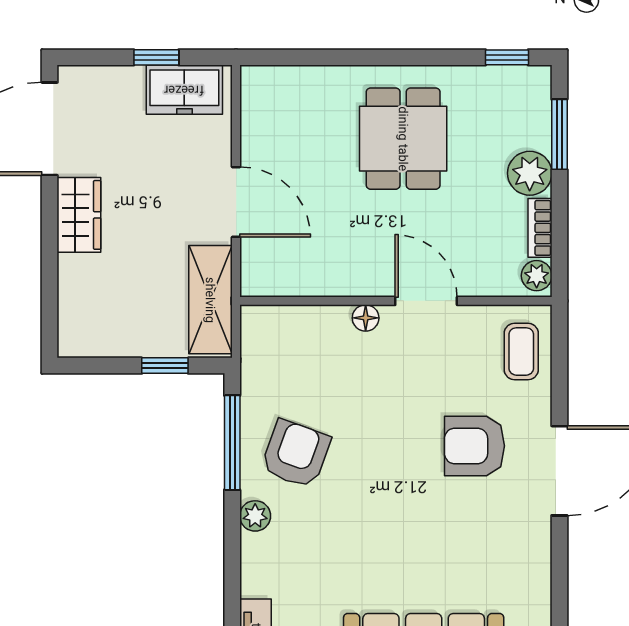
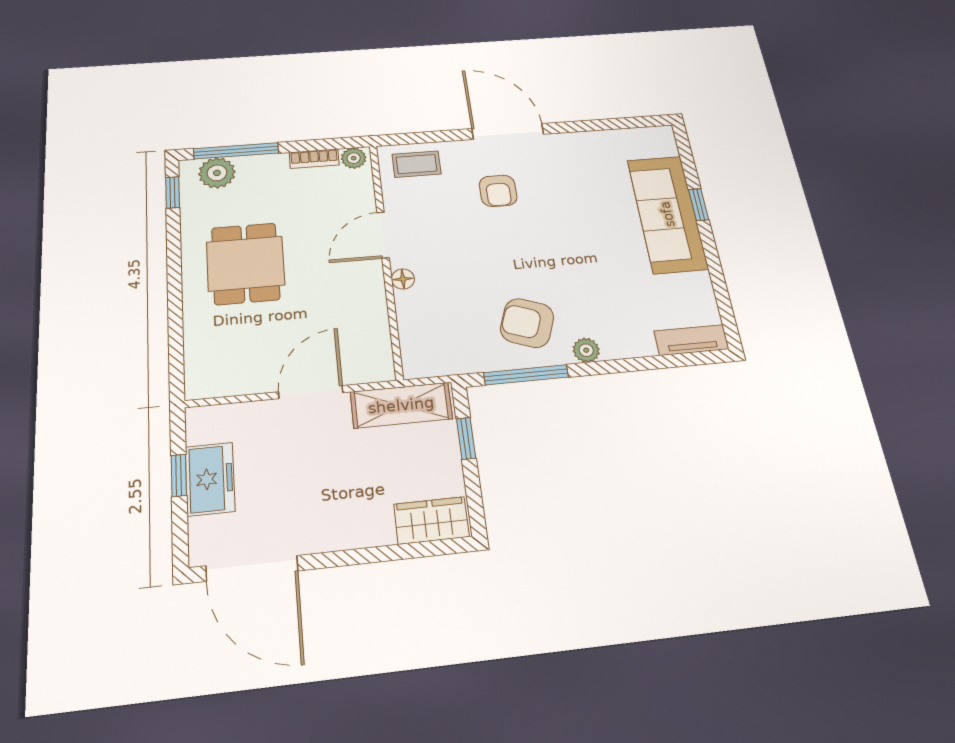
freezer: (184, 90) -> (210, 479), moved
window: (559, 134) -> (236, 151), width x1.44
dining table: (403, 139) -> (246, 263), turned 90
plant: (530, 173) -> (217, 173), moved
wardrobe: (79, 215) -> (431, 520), moved
armchair: (474, 446) -> (498, 191), width x0.72, depth x0.72

